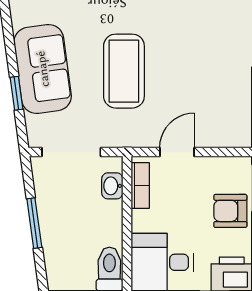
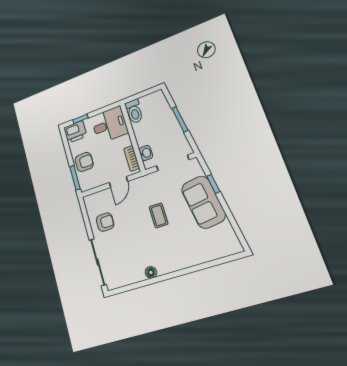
coffee table: (124, 71) -> (159, 215), width x0.54, depth x0.58
armchair: (223, 90) -> (105, 222), added

